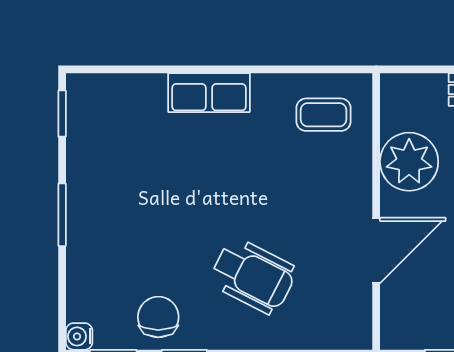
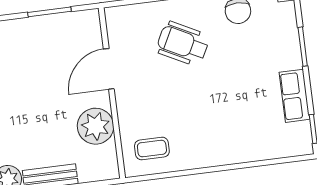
row of seats: (209, 93) -> (294, 96), moved, turned -90
window: (62, 215) -> (303, 47), moved

